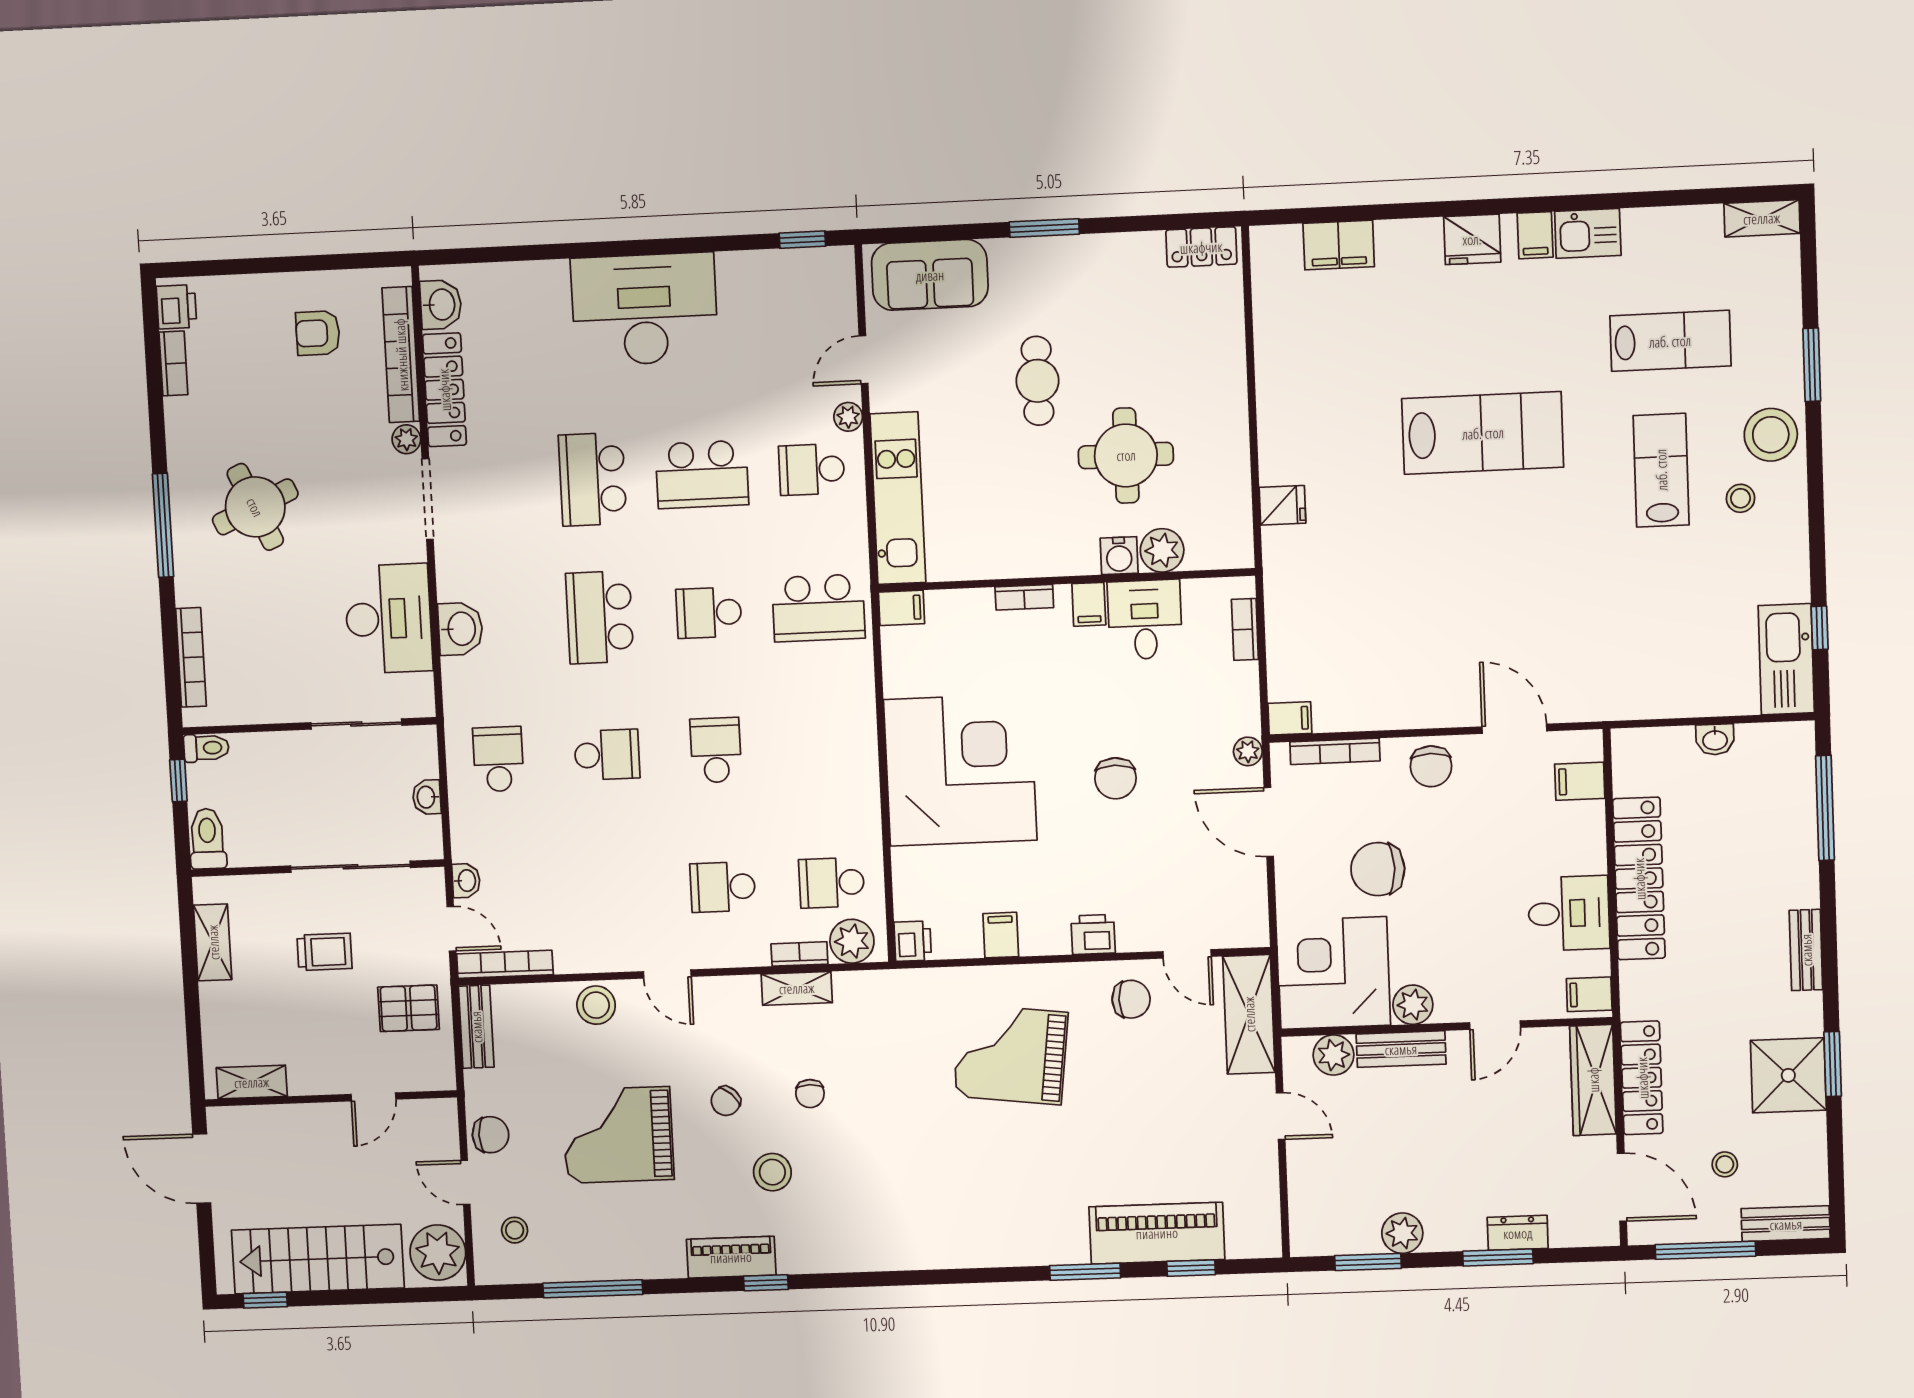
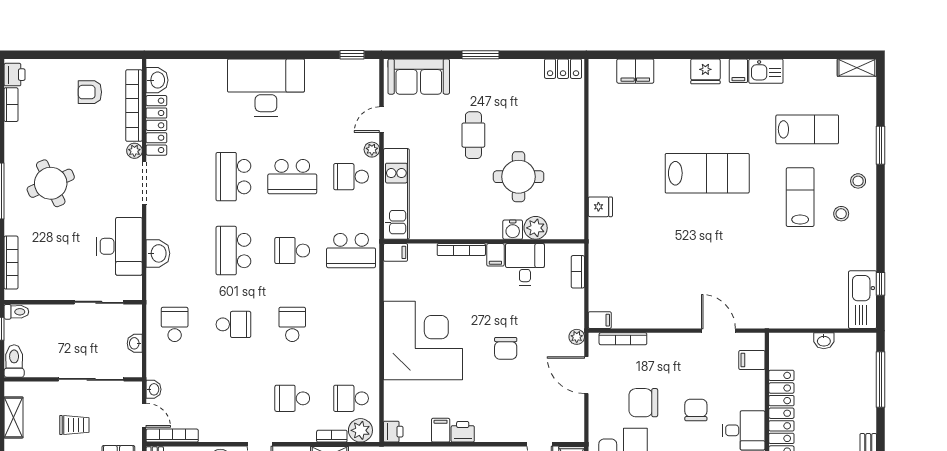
stool: (1771, 435) -> (858, 181), width x0.53, depth x0.53
bookcase: (1024, 597) -> (461, 250), width x1.56
chair: (1431, 766) -> (696, 410), moved, turned 180
printer: (1093, 934) -> (463, 432), moved

